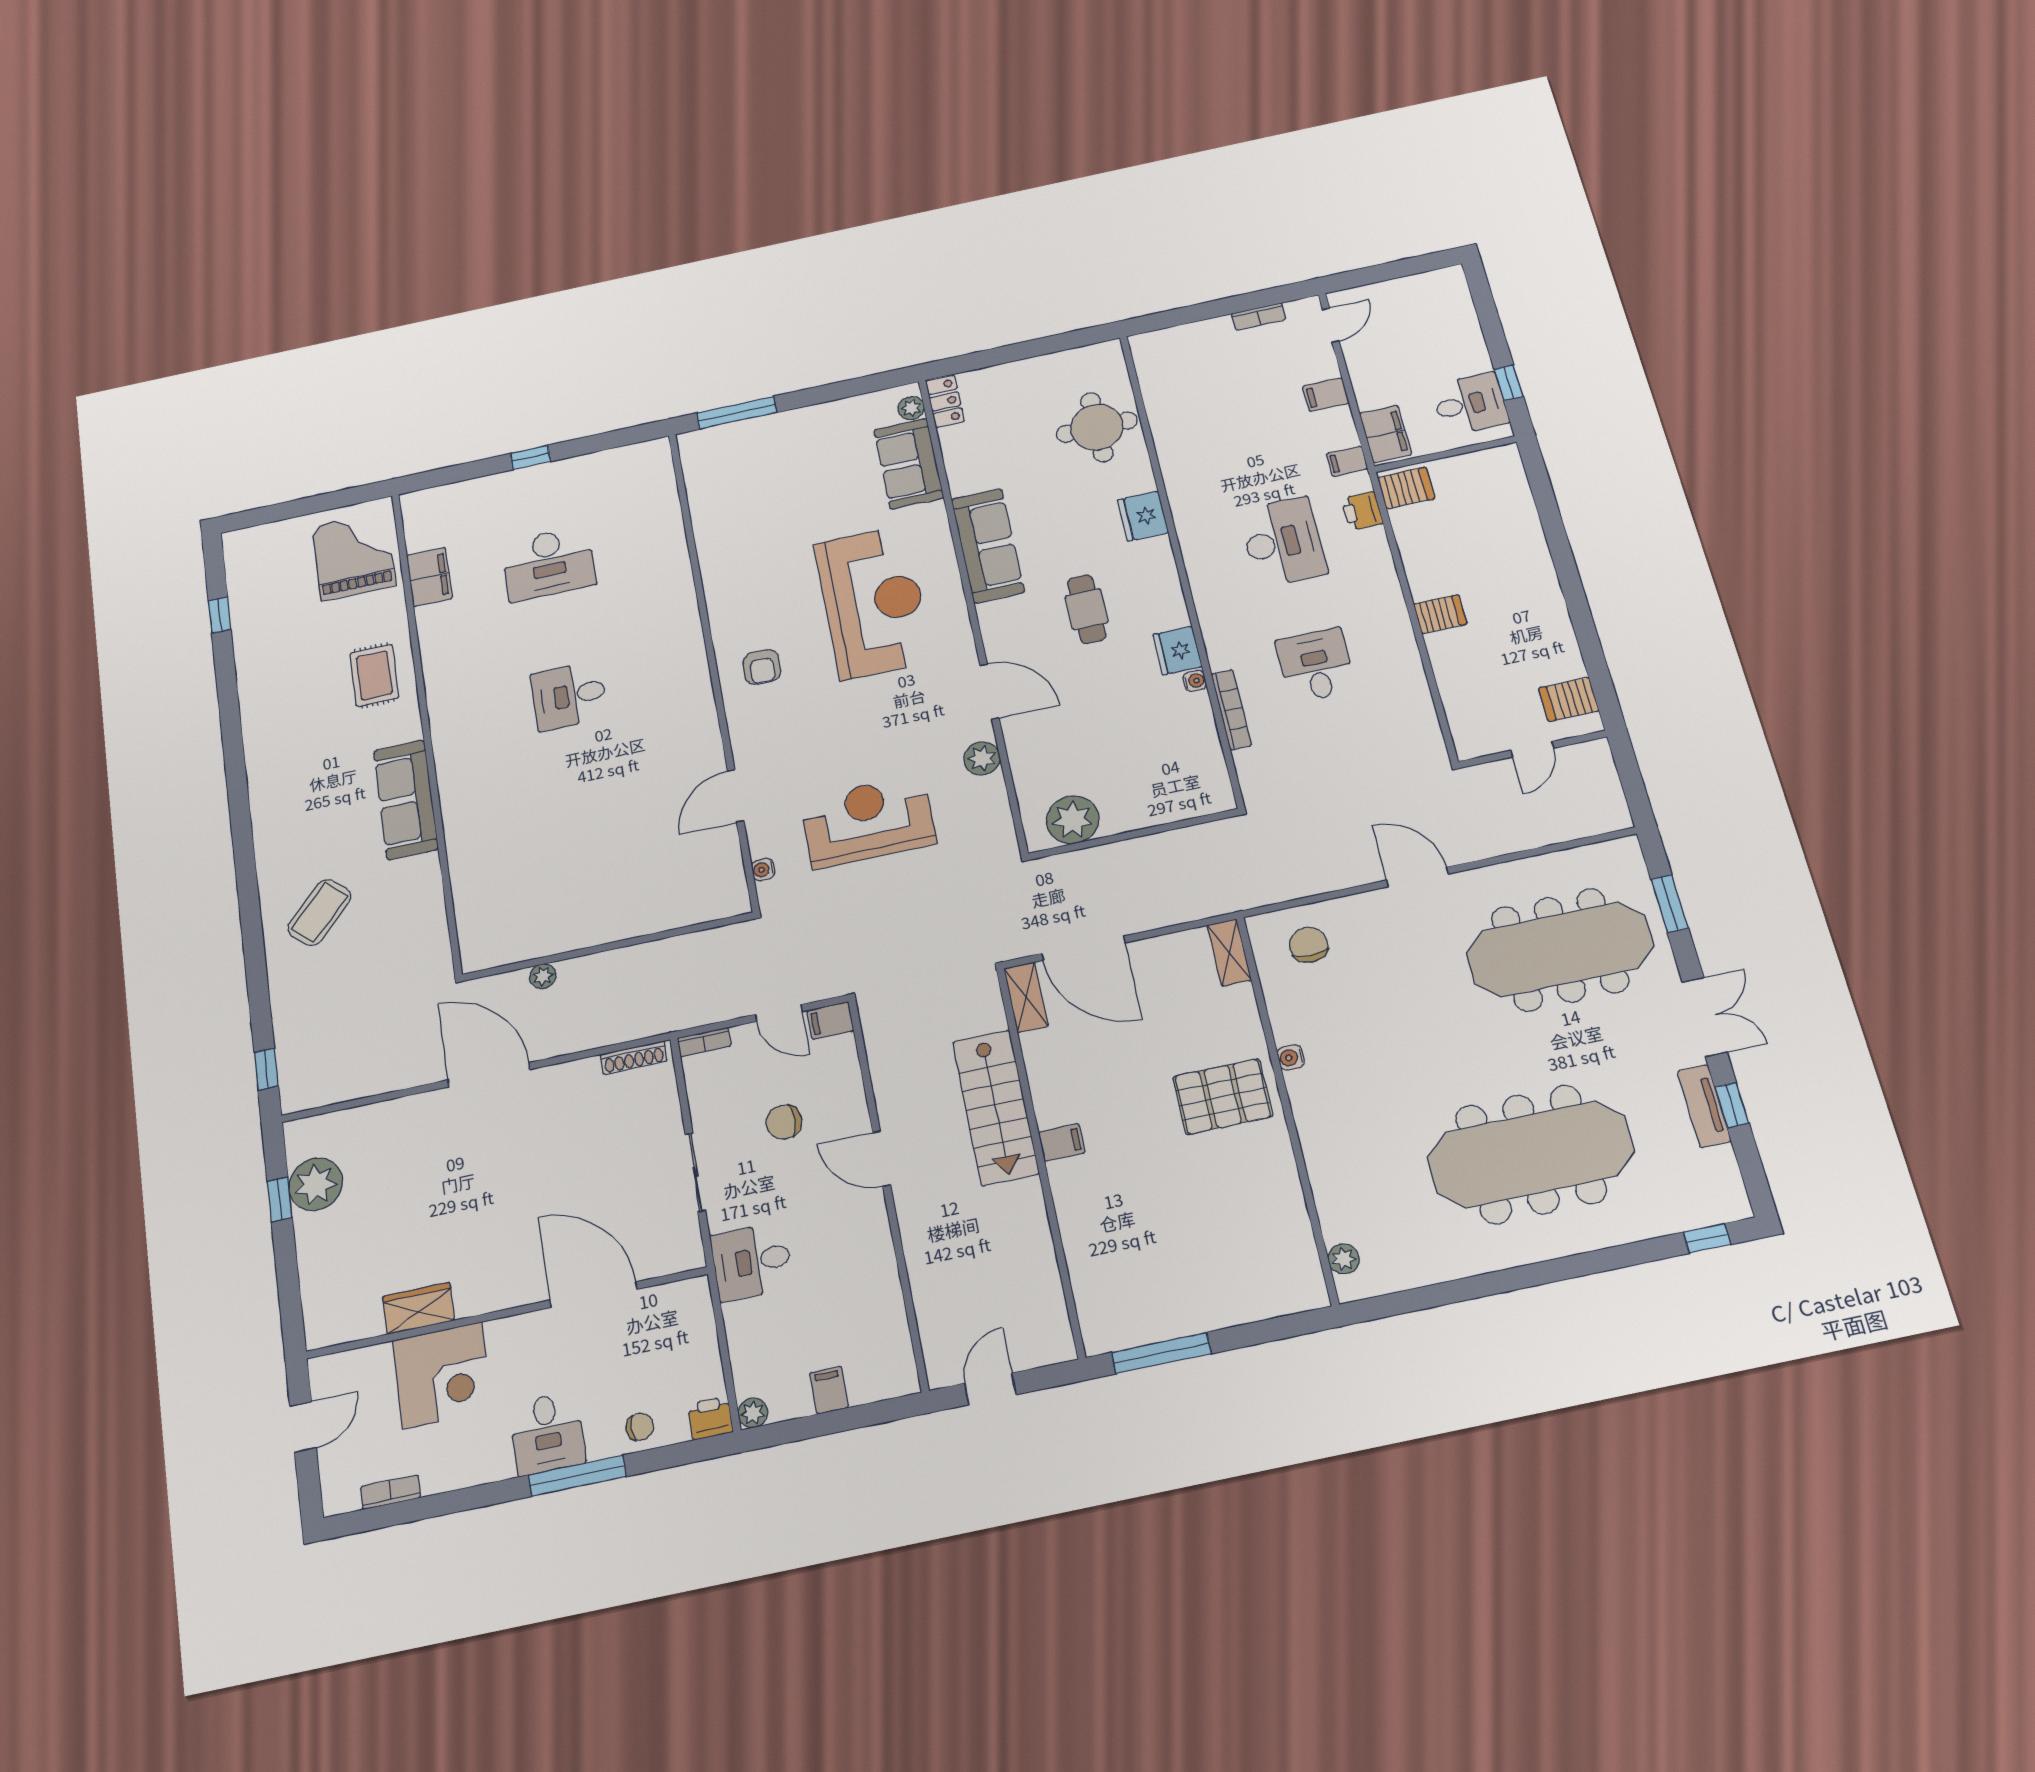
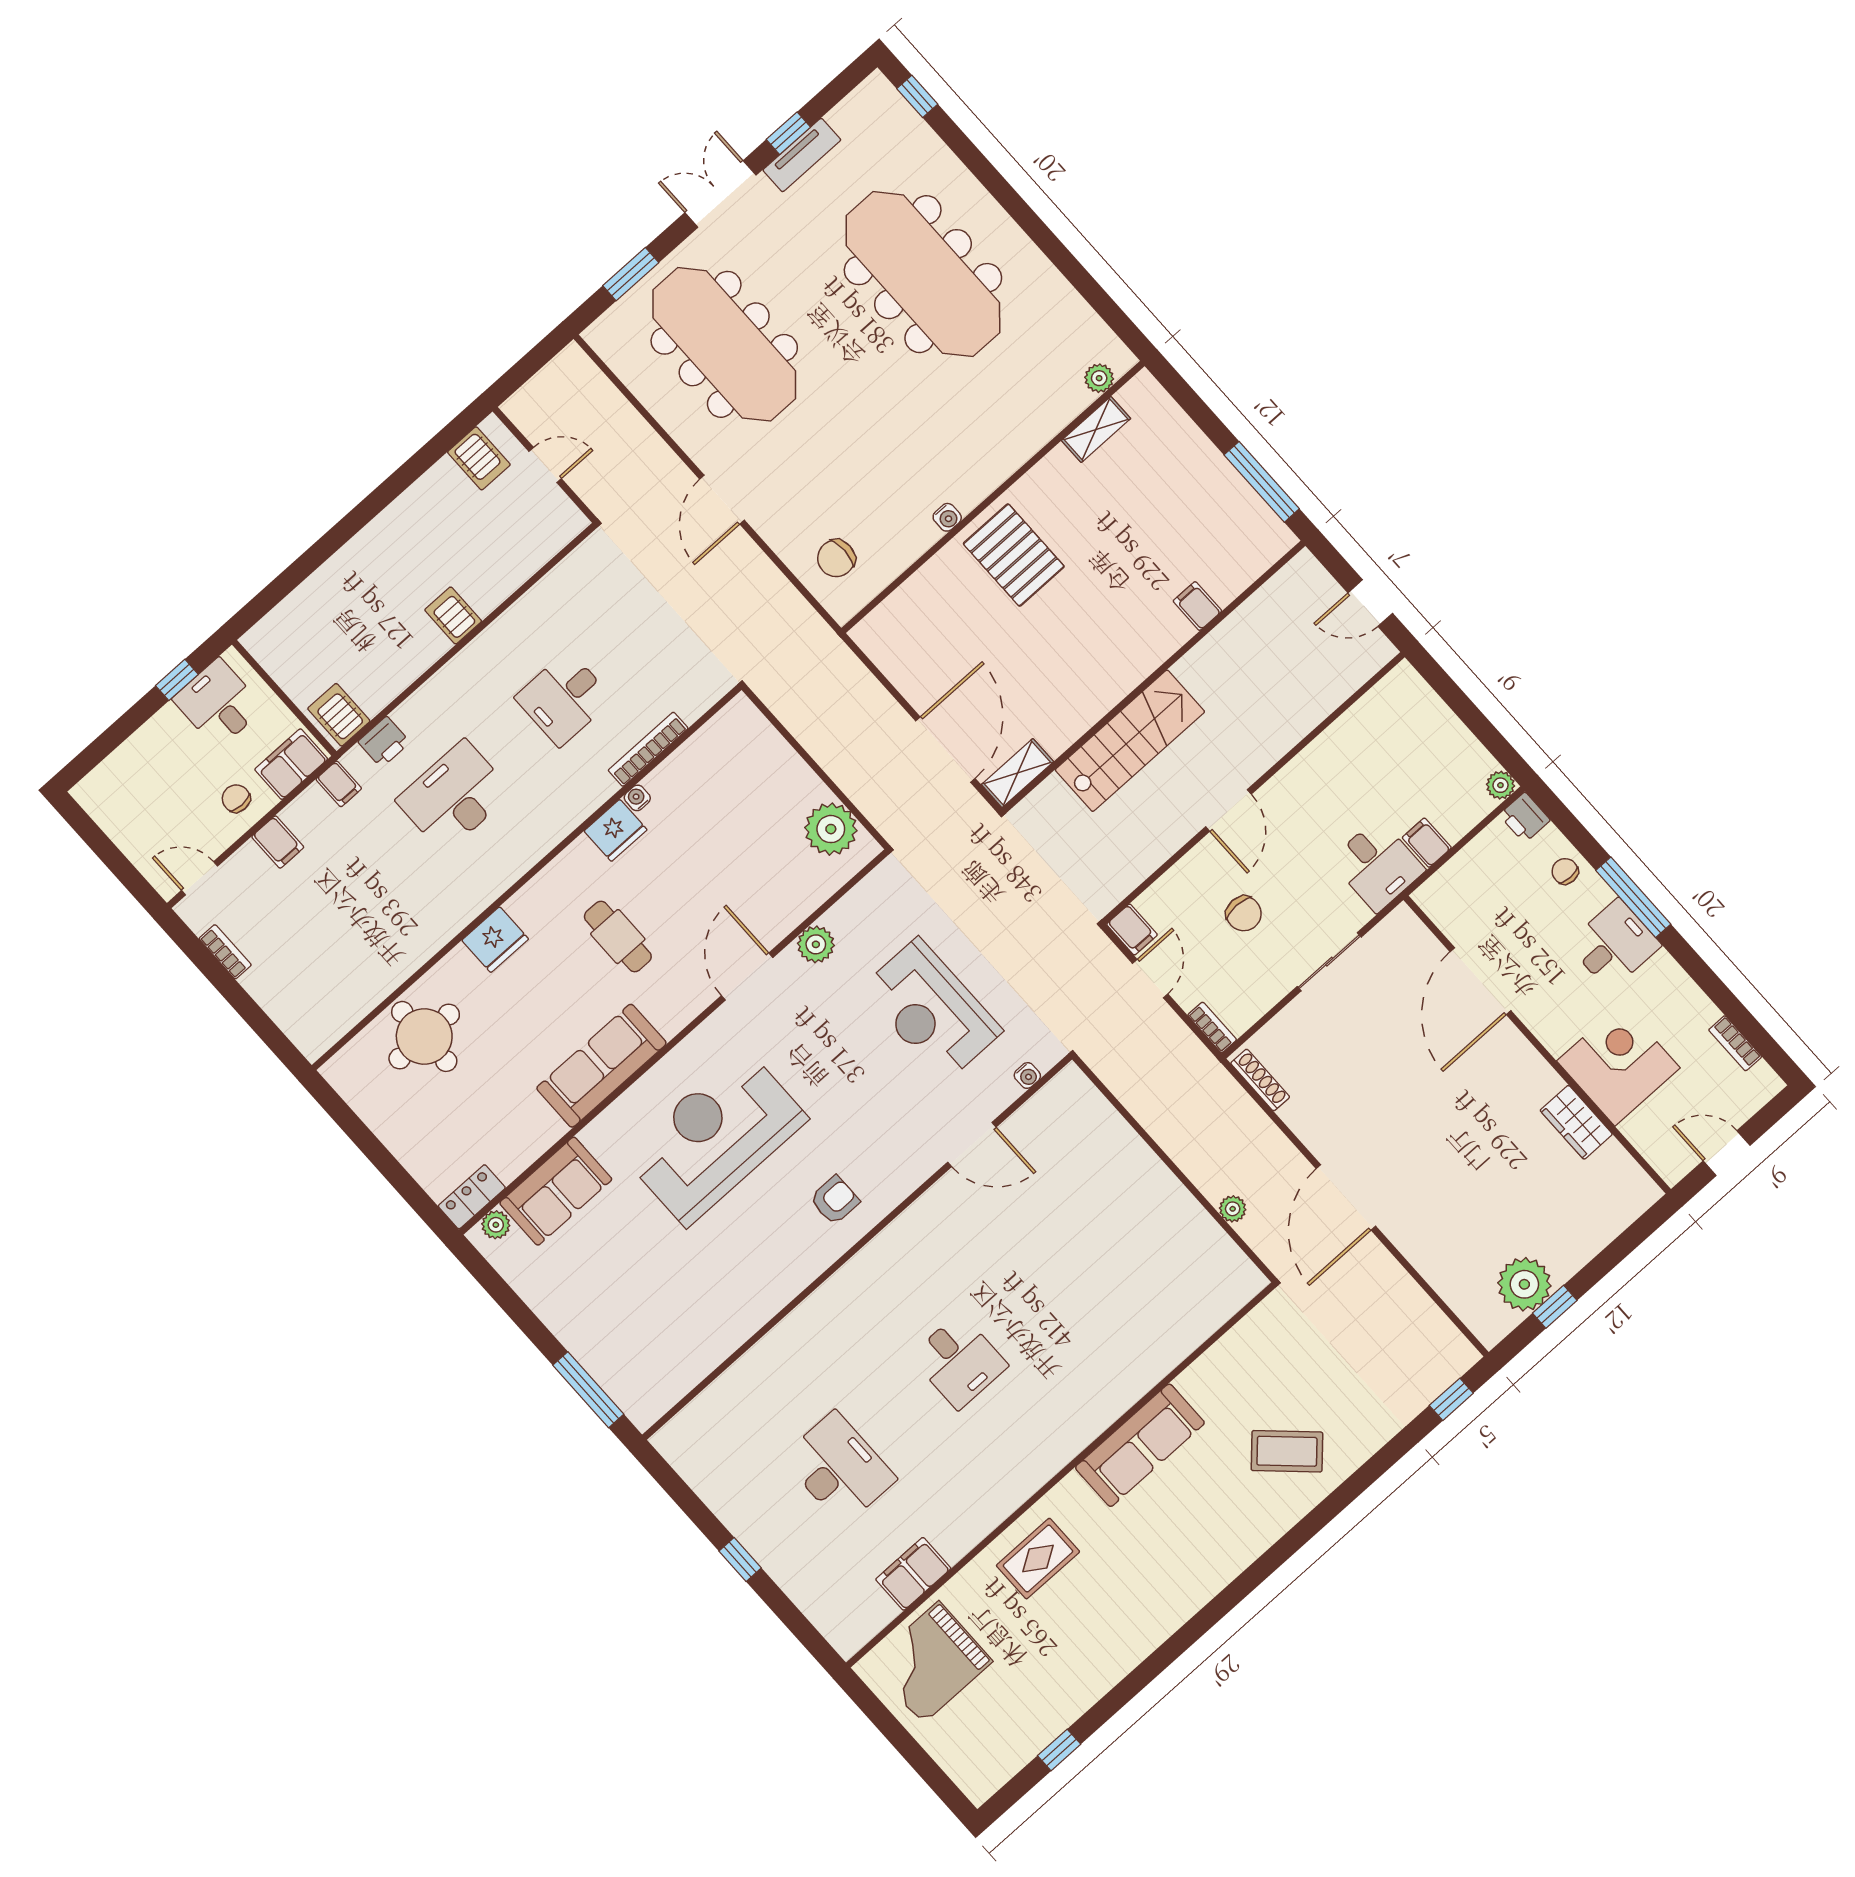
chair: (1381, 381) -> (236, 799), added
cafe table: (1087, 609) -> (618, 937), turned 90
shelving: (1229, 952) -> (1096, 429), moved
filing cabinet: (1062, 1142) -> (1197, 606), moved
filing cabinet: (829, 1390) -> (1427, 843), moved, turned 90

